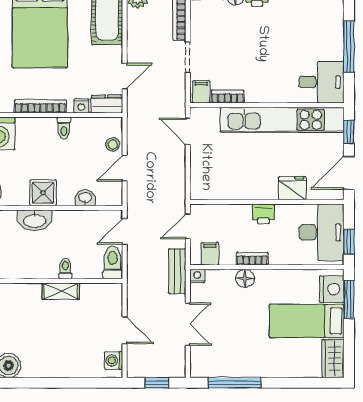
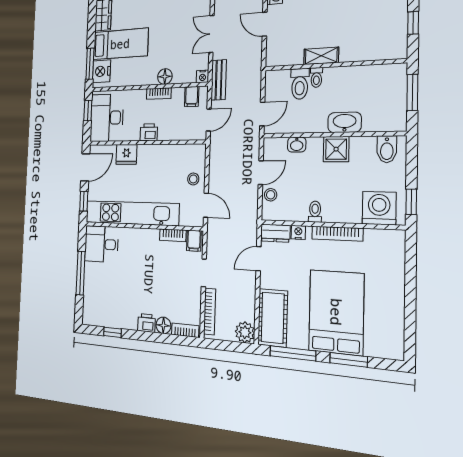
stool: (204, 160) -> (193, 179), added
toilet: (113, 263) -> (300, 84), moved

